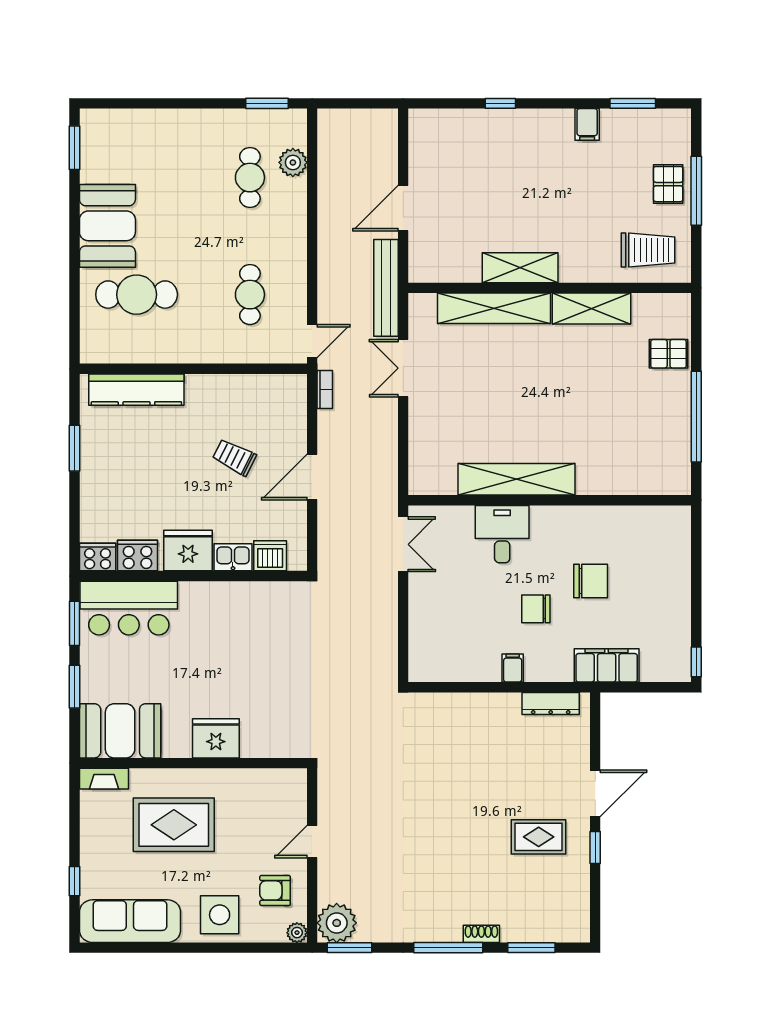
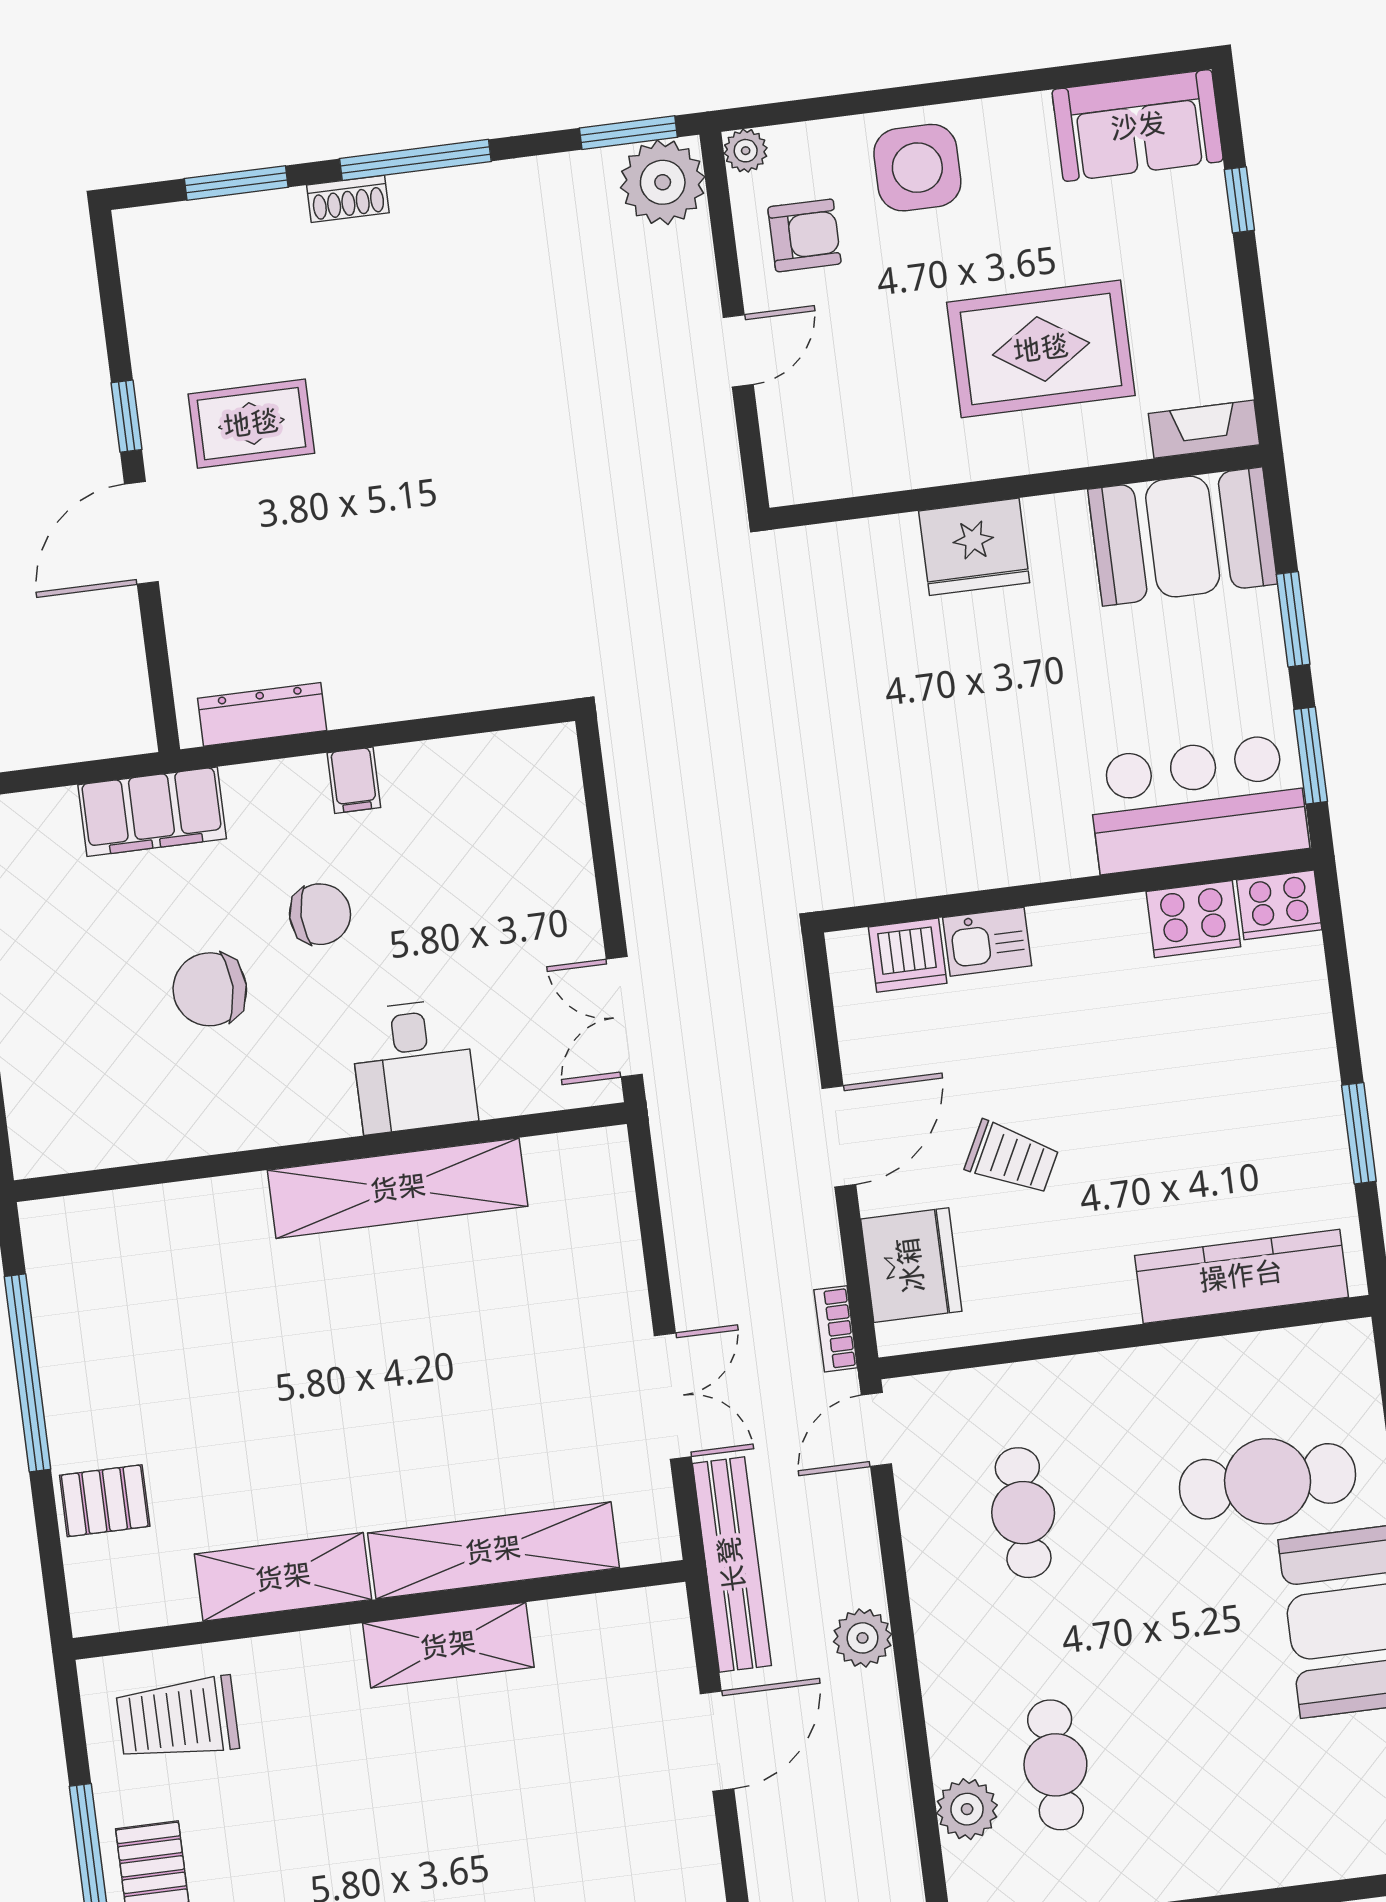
plant: (331, 247) -> (863, 1638), added
fridge: (188, 551) -> (911, 1265), moved, turned -90
sofa: (130, 921) -> (1138, 126), width x0.73

